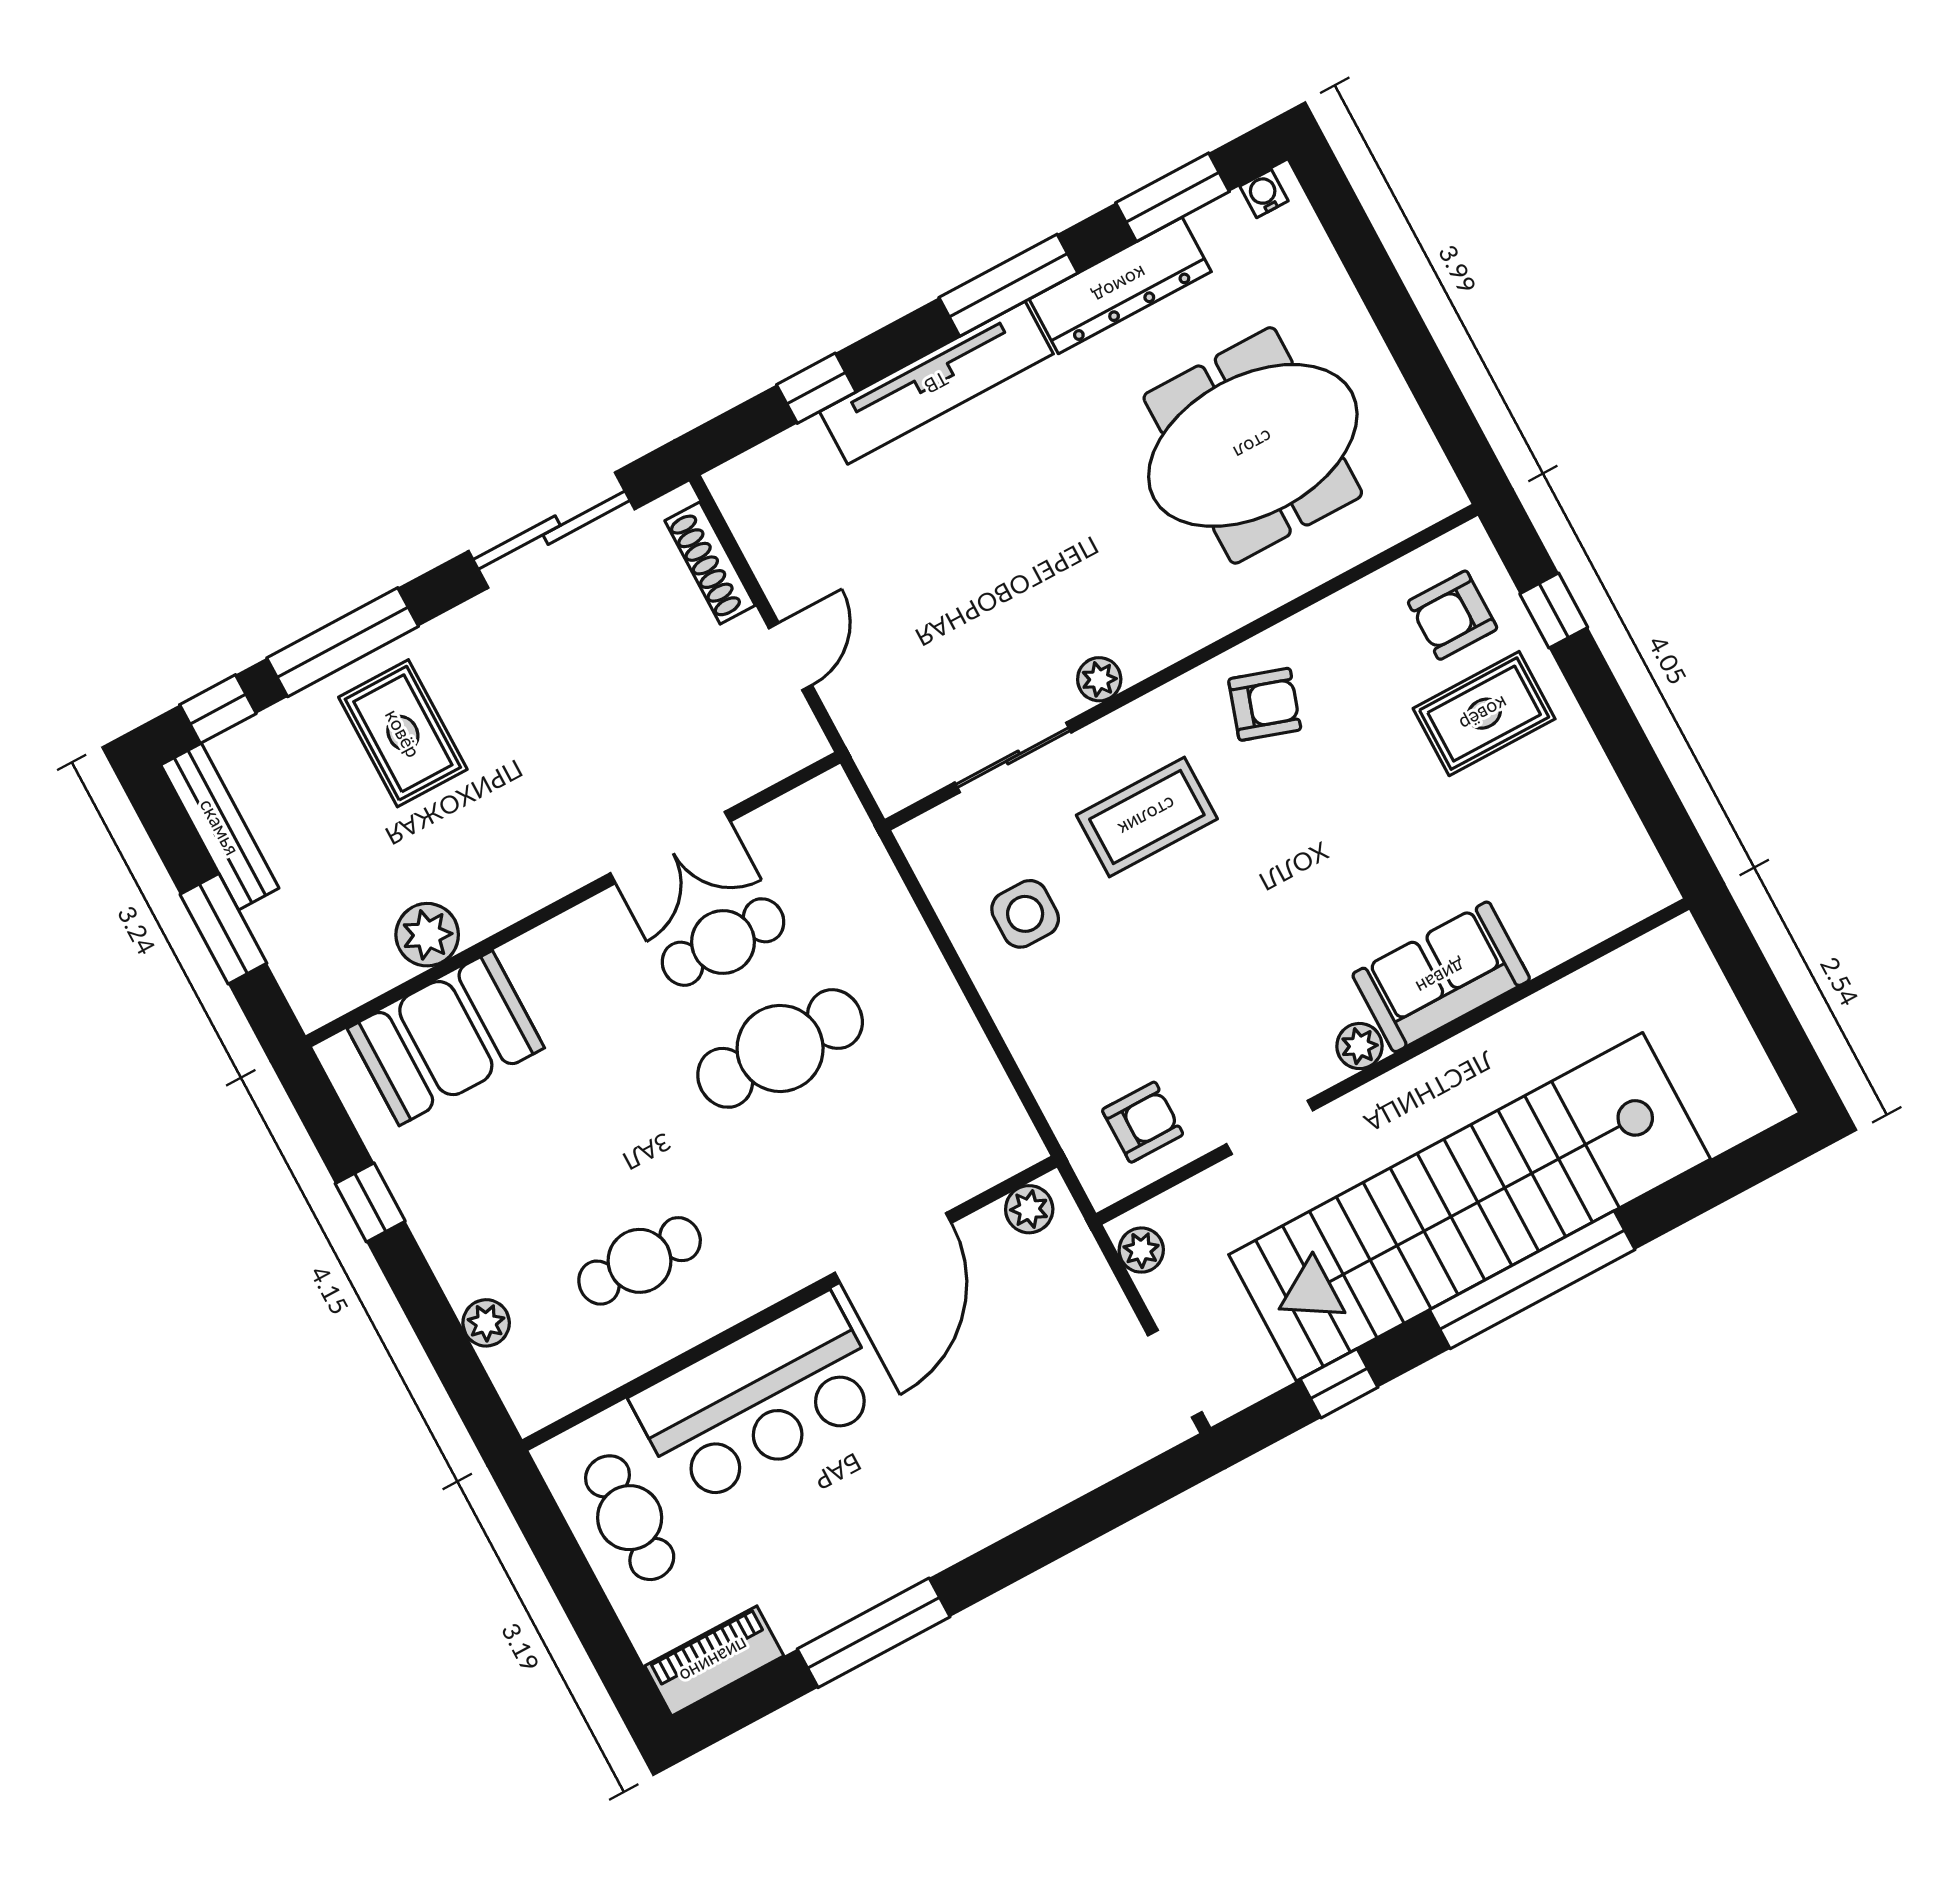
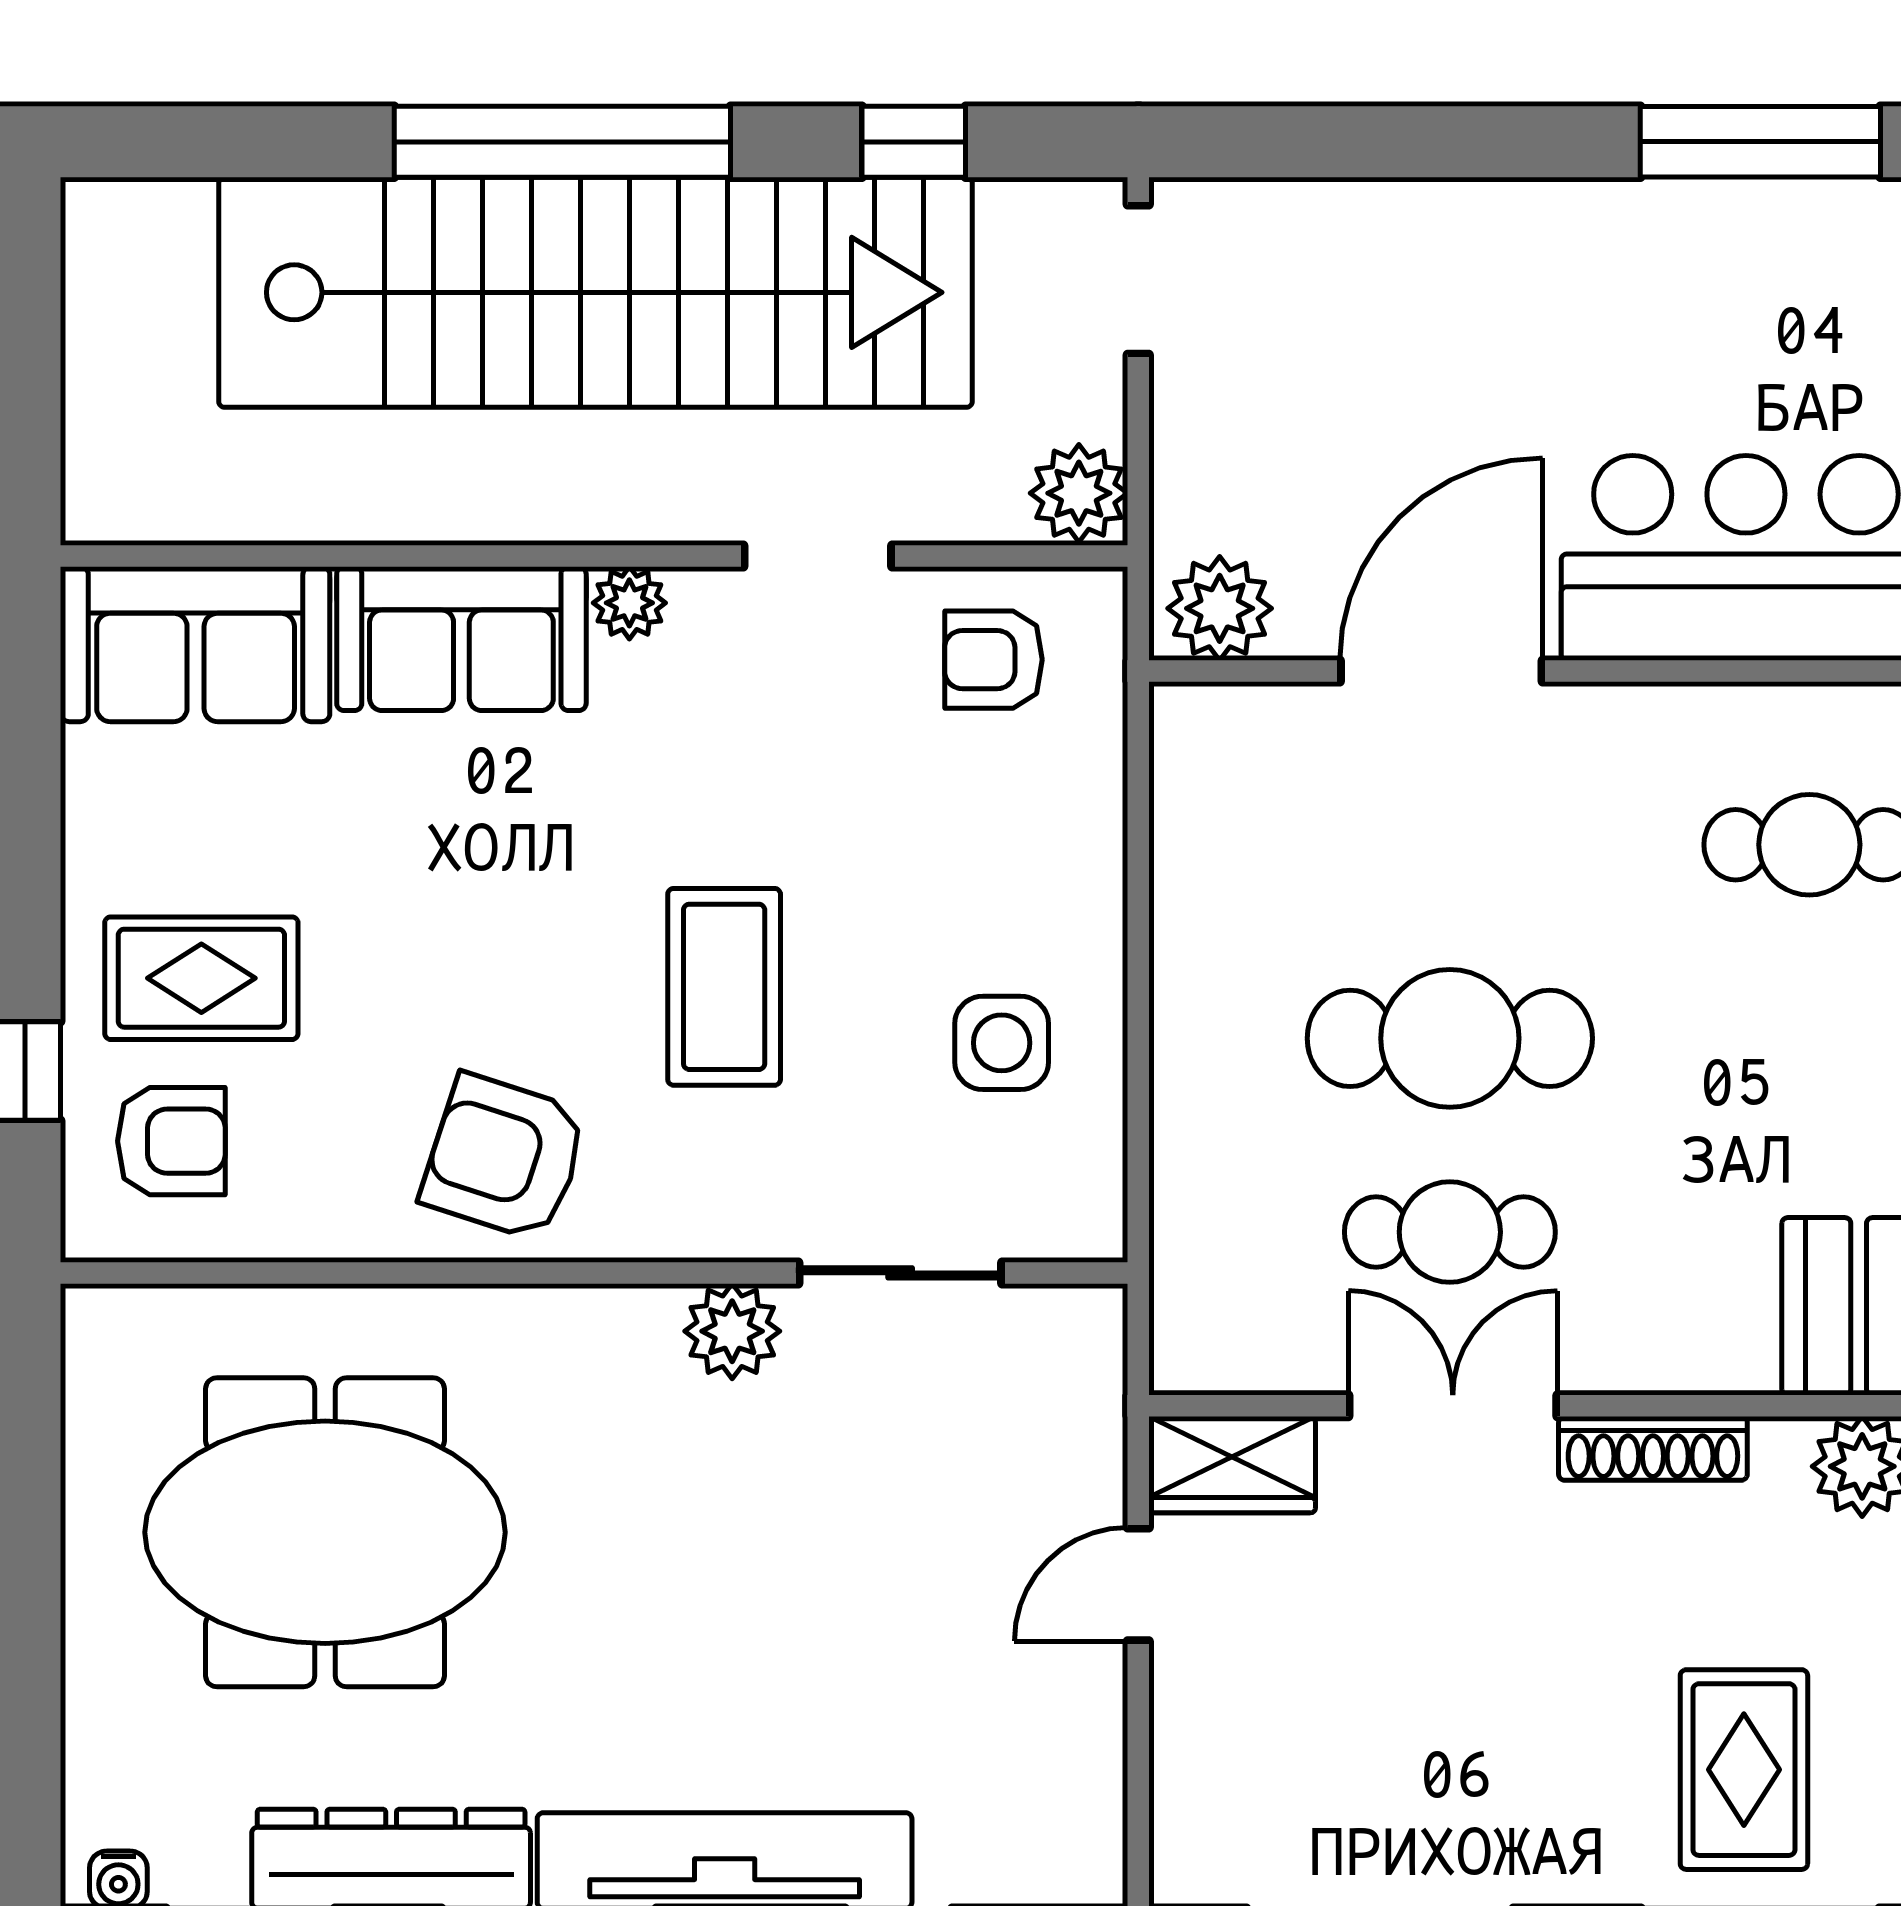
shoe rack: (710, 563) -> (1653, 1448), moved, turned 90
plant: (1099, 679) -> (732, 1331), width x1.38, depth x1.38
armchair: (1265, 704) -> (504, 1157), width x1.38, depth x1.38
wardrobe: (774, 750) -> (1232, 1465), added
coffee table: (1147, 817) -> (724, 987), moved, turned 90
sofa: (1586, 895) -> (196, 644), added
plant: (1029, 1209) -> (1220, 608), width x1.38, depth x1.38
plant: (1141, 1250) -> (1079, 493), width x1.38, depth x1.38

